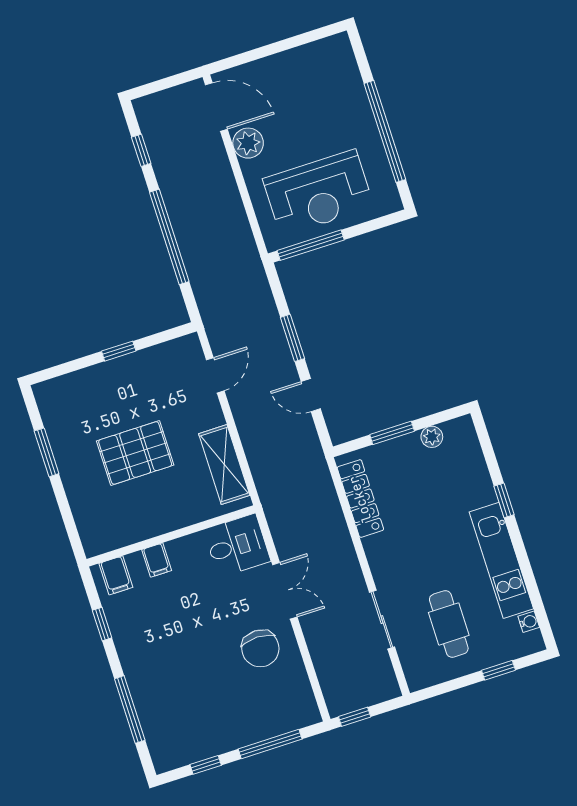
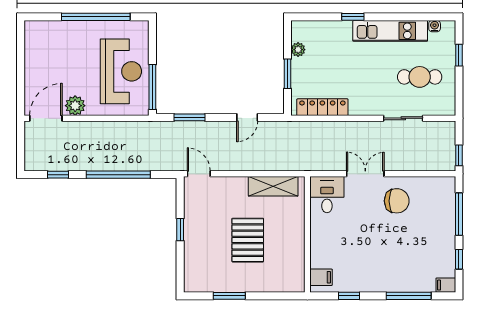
window: (292, 338) -> (190, 117), moved
door: (215, 375) -> (199, 174), moved
filing cabinet: (157, 560) -> (446, 285), moved, turned 180

